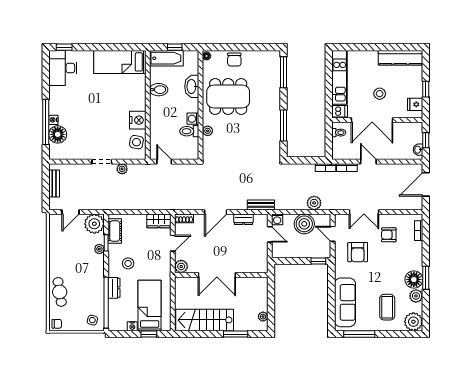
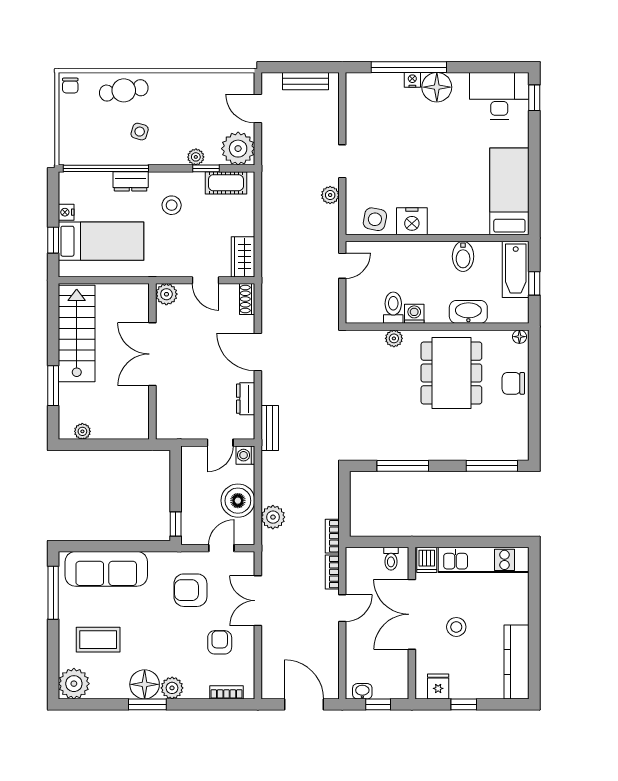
floor lamp: (58, 134) -> (437, 87), moved
plant: (416, 296) -> (172, 688), moved
side table: (92, 320) -> (140, 132), moved

